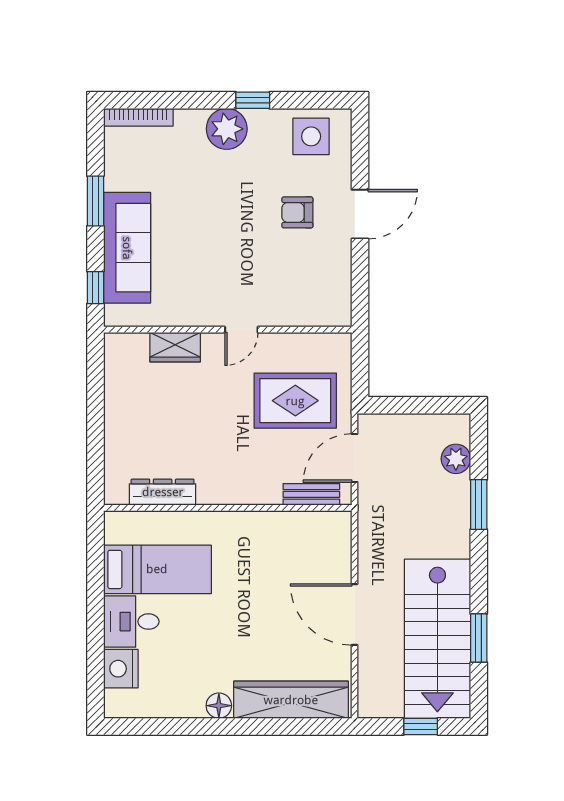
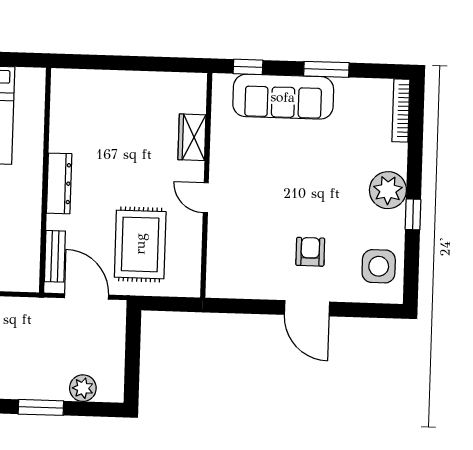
dresser: (163, 492) -> (59, 183), moved

